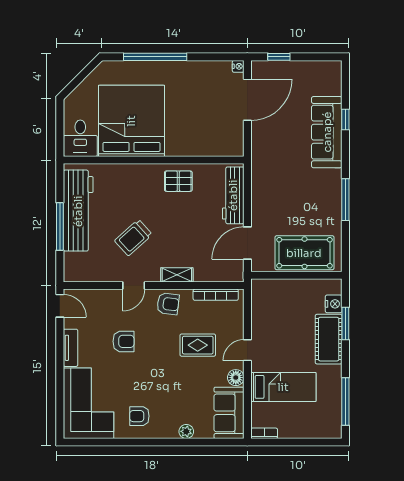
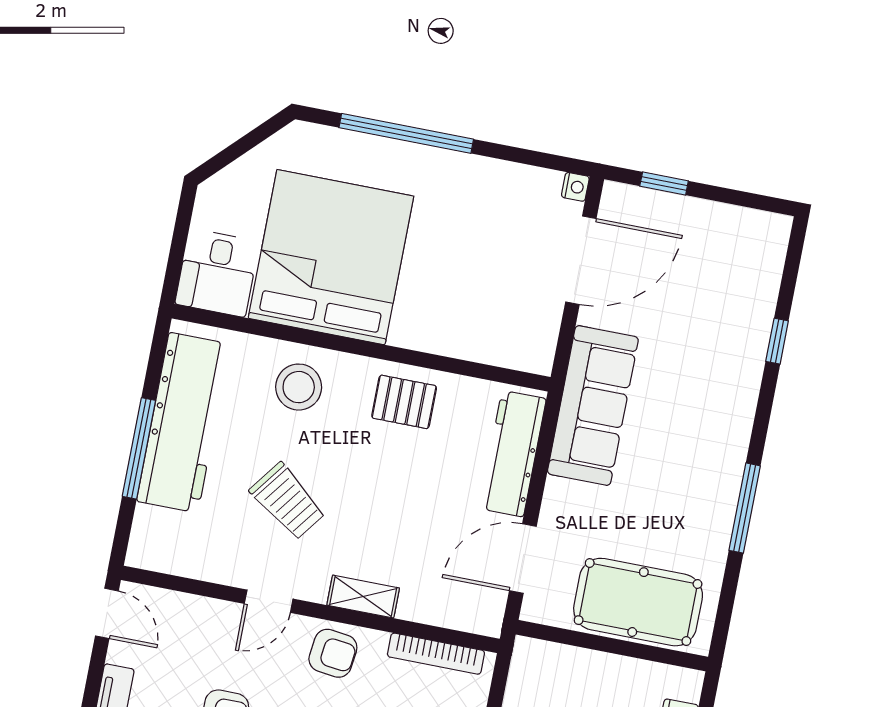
sofa: (327, 132) -> (593, 406), moved, turned 180
stool: (128, 184) -> (299, 387), added
trolley: (133, 238) -> (288, 501), turned -101

